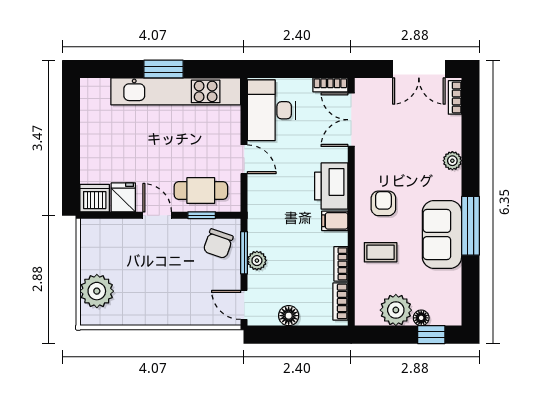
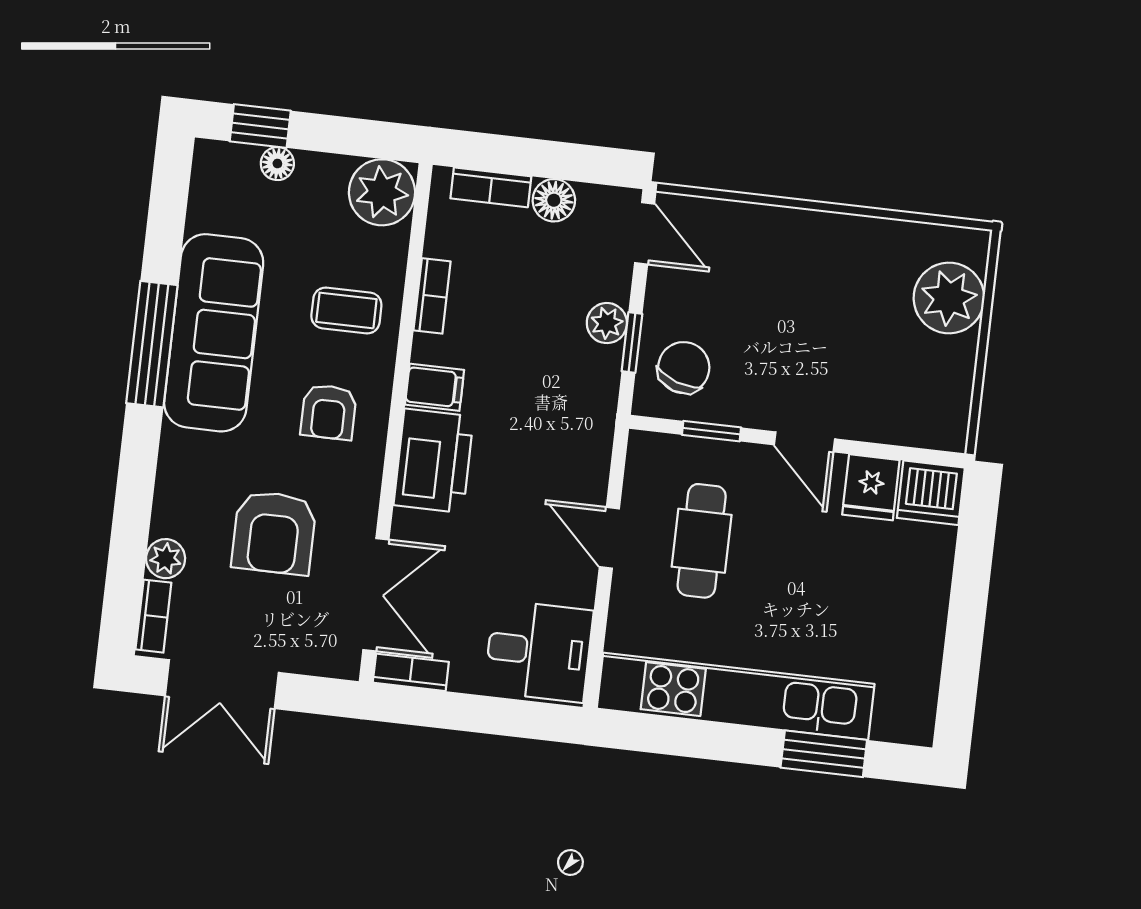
window: (163, 69) -> (824, 754), moved
double door: (419, 69) -> (222, 684), swing flipped
desk: (271, 110) -> (539, 651), width x0.73
armchair: (403, 143) -> (274, 533), added
plant: (452, 161) -> (166, 559), moved
cafe table: (201, 191) -> (702, 541), moved, turned 90
sofa: (442, 234) -> (214, 333), width x1.36
window: (244, 253) -> (632, 342), width x0.67
bookcase: (340, 301) -> (491, 187), moved, turned 90
plant: (396, 310) -> (382, 192), moved

